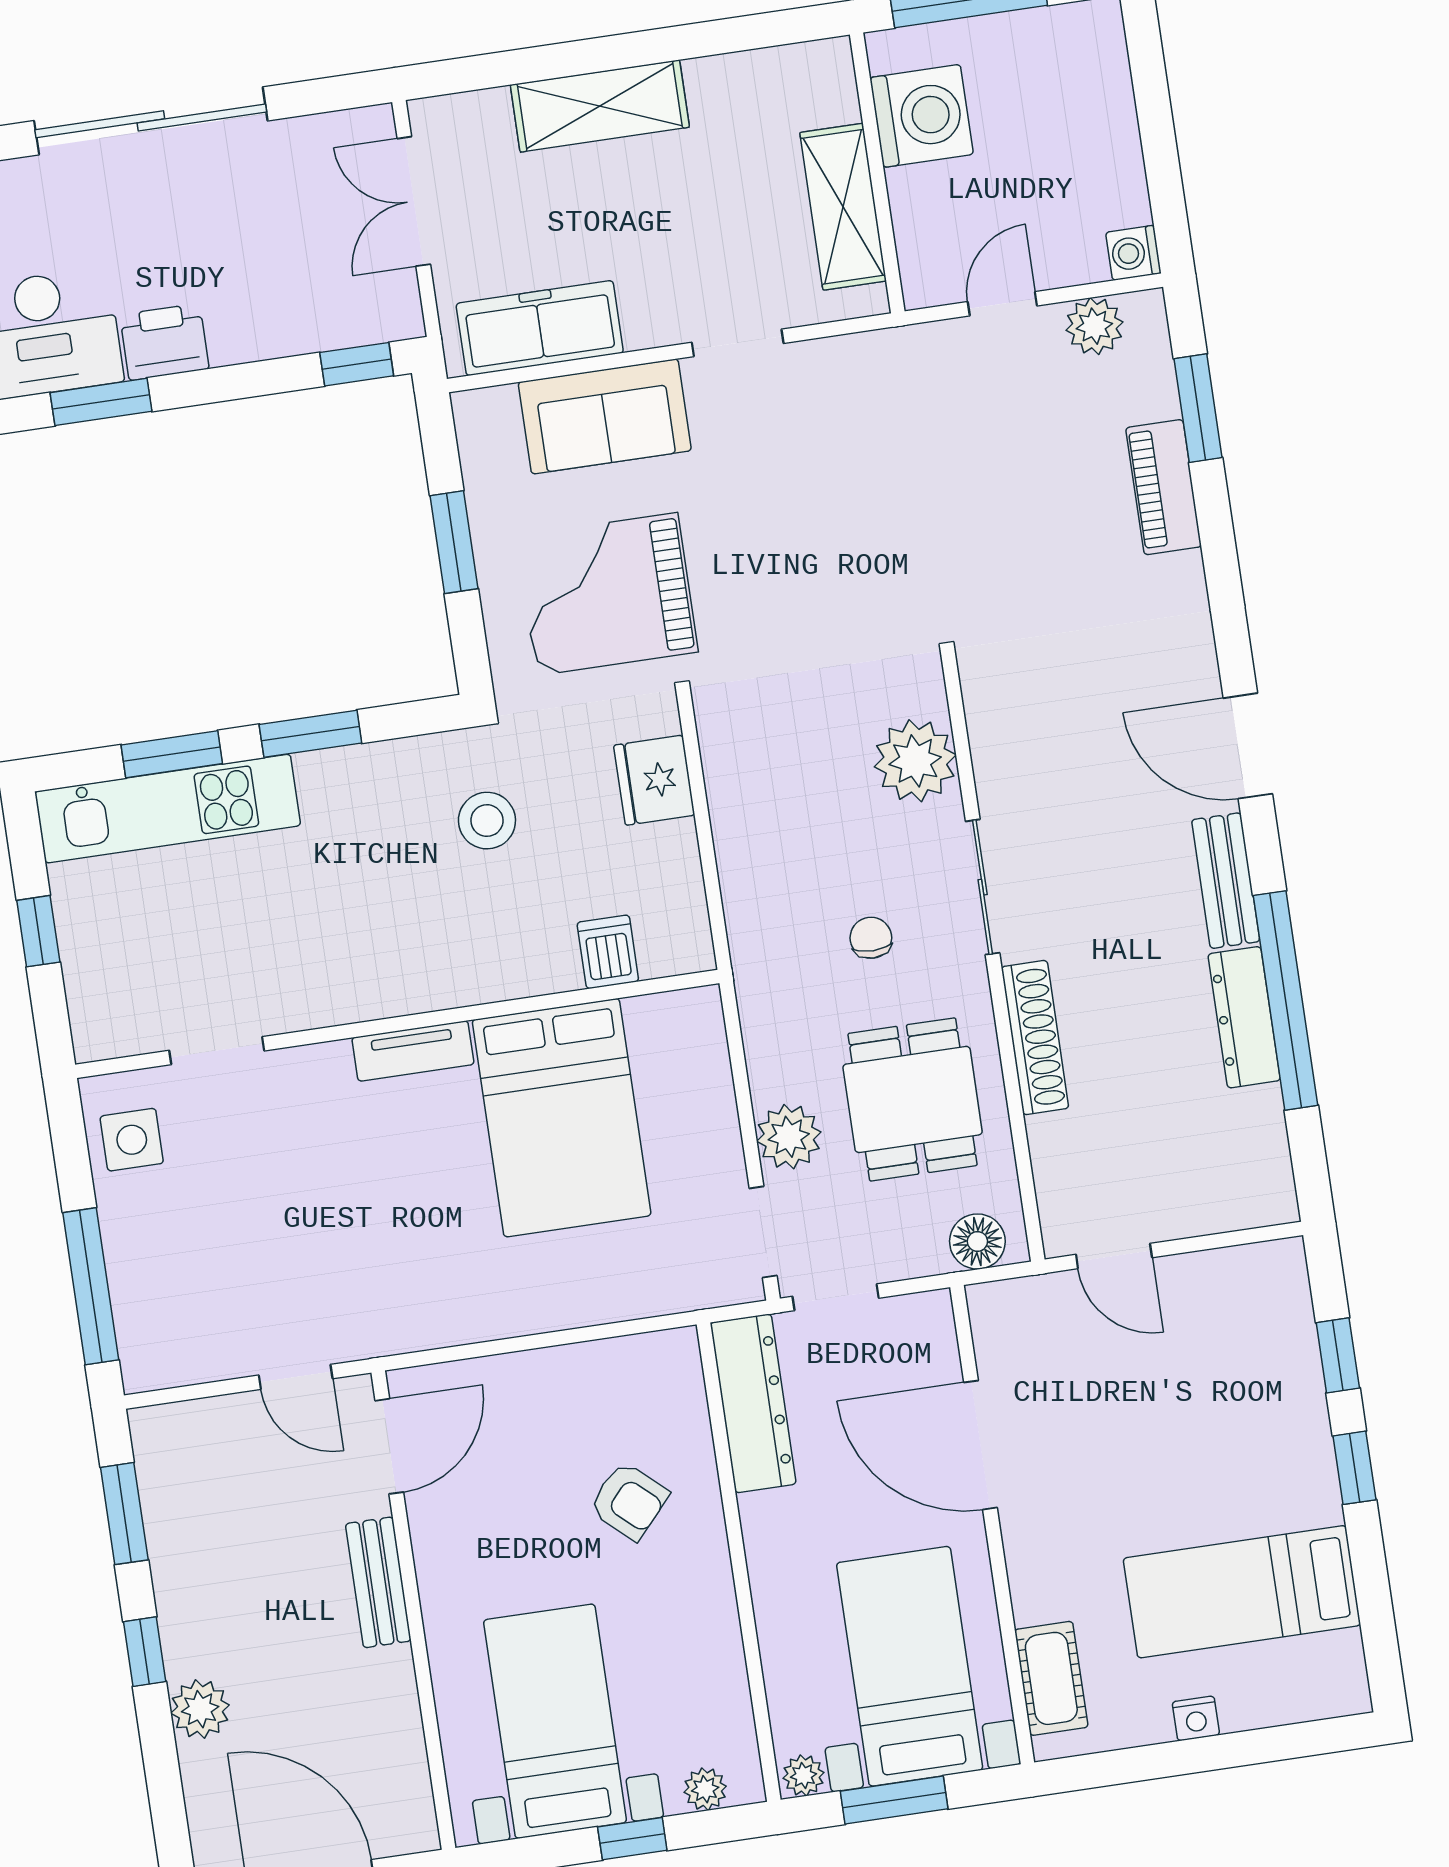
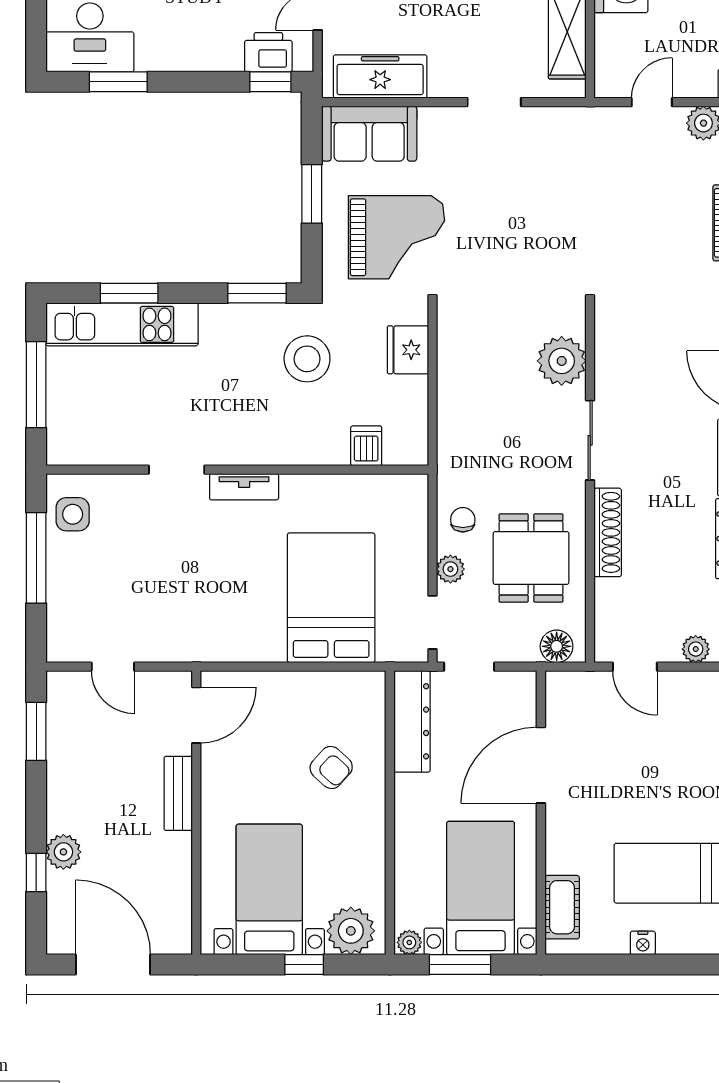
printer: (164, 342) -> (268, 52), moved
sofa: (605, 416) -> (369, 134), moved
grand piano: (607, 594) -> (397, 237), turned 180
window: (310, 734) -> (257, 293), moved
stool: (487, 821) -> (307, 359), width x1.38, depth x1.38
window: (38, 931) -> (36, 385), width x2.17
chair: (871, 938) -> (463, 520), moved
doorway: (217, 1051) -> (177, 470), moved
bed: (562, 1118) -> (331, 598), moved, turned 180
plant: (789, 1137) -> (450, 569), width x0.73, depth x0.73
plant: (1212, 1211) -> (696, 649), added
window: (91, 1286) -> (36, 558), moved
door: (296, 1377) -> (113, 667), moved
door: (980, 1445) -> (541, 765), hinge flipped
window: (145, 1652) -> (36, 873), moved
plant: (705, 1789) -> (351, 931), width x1.87, depth x1.87

